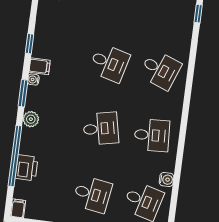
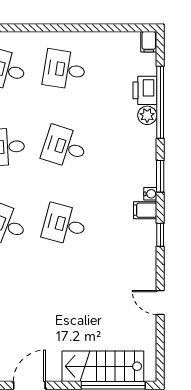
plant: (31, 119) -> (147, 115), moved
desk: (101, 129) -> (64, 147), turned 30

